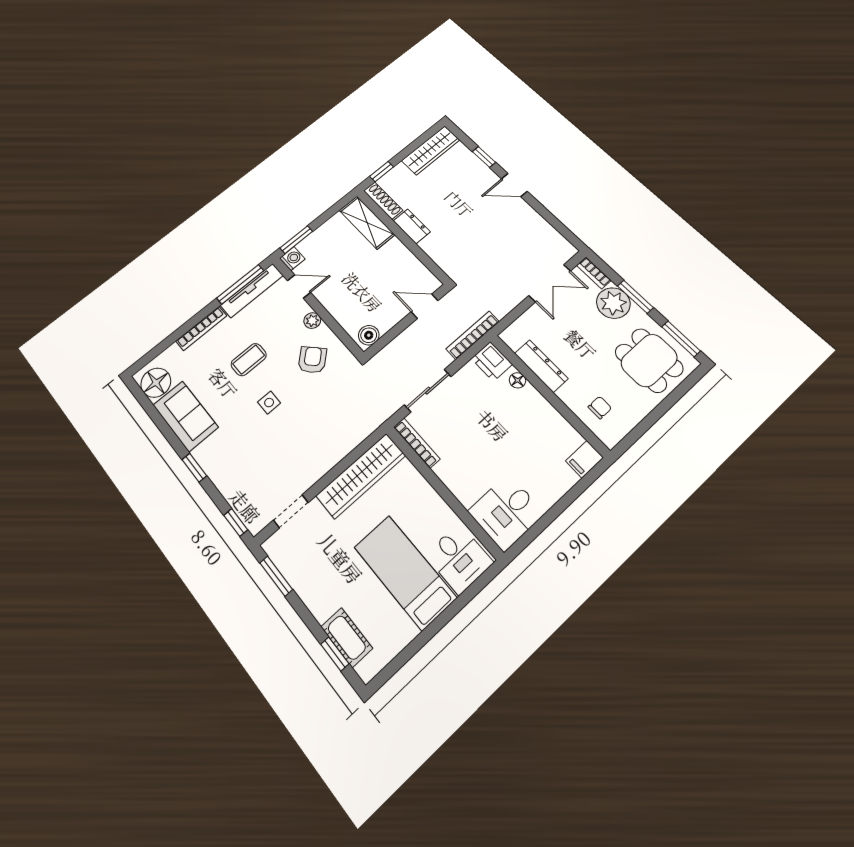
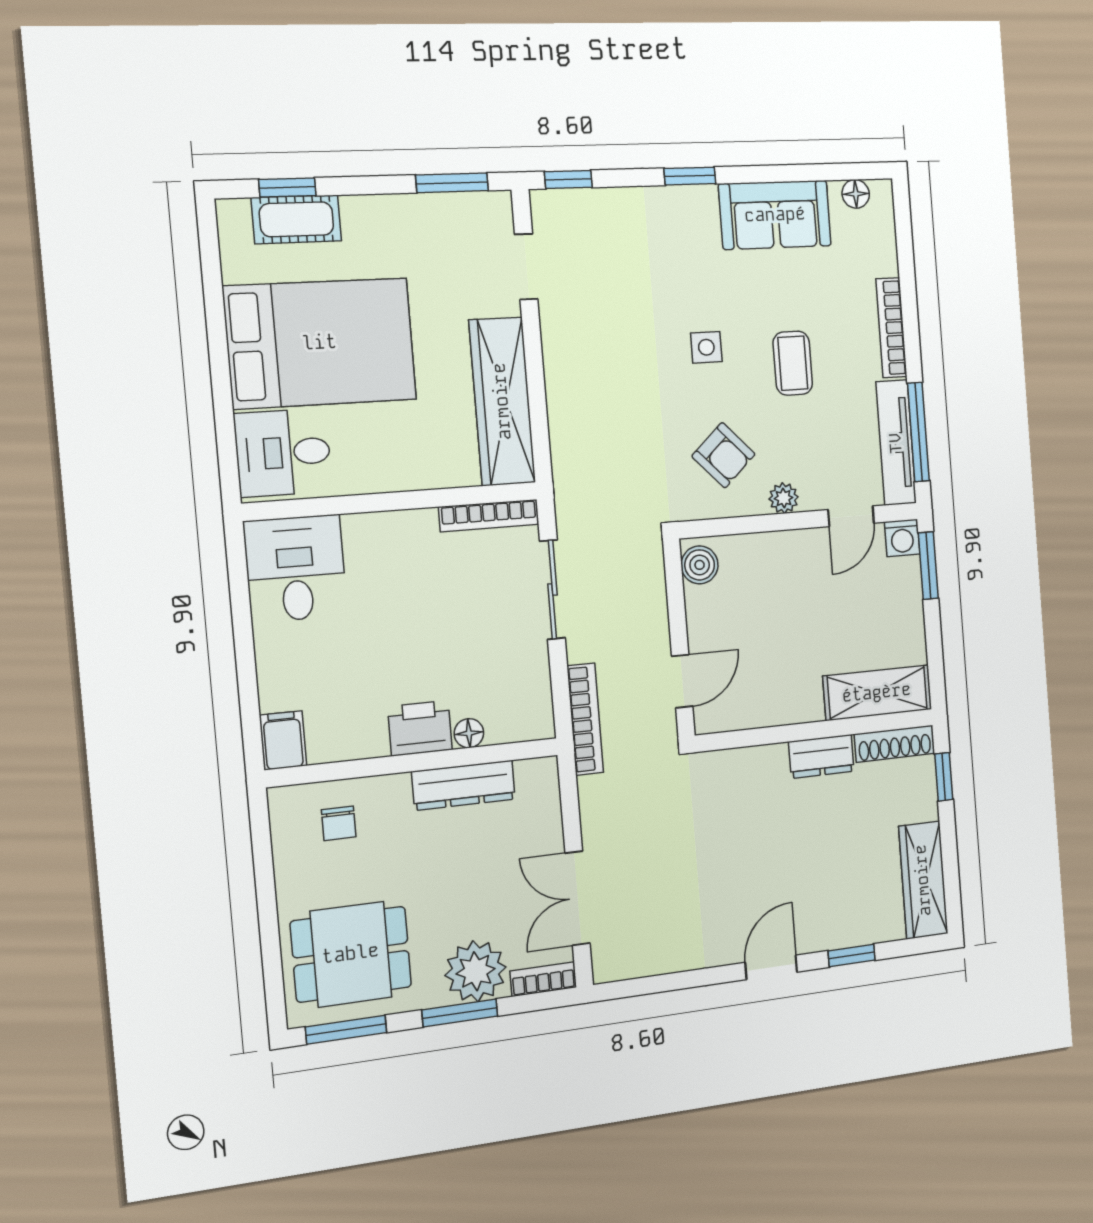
printer: (492, 361) -> (420, 728), moved
floor lamp: (156, 383) -> (856, 194), width x0.53, depth x0.53
bed: (405, 572) -> (320, 343), width x1.50

